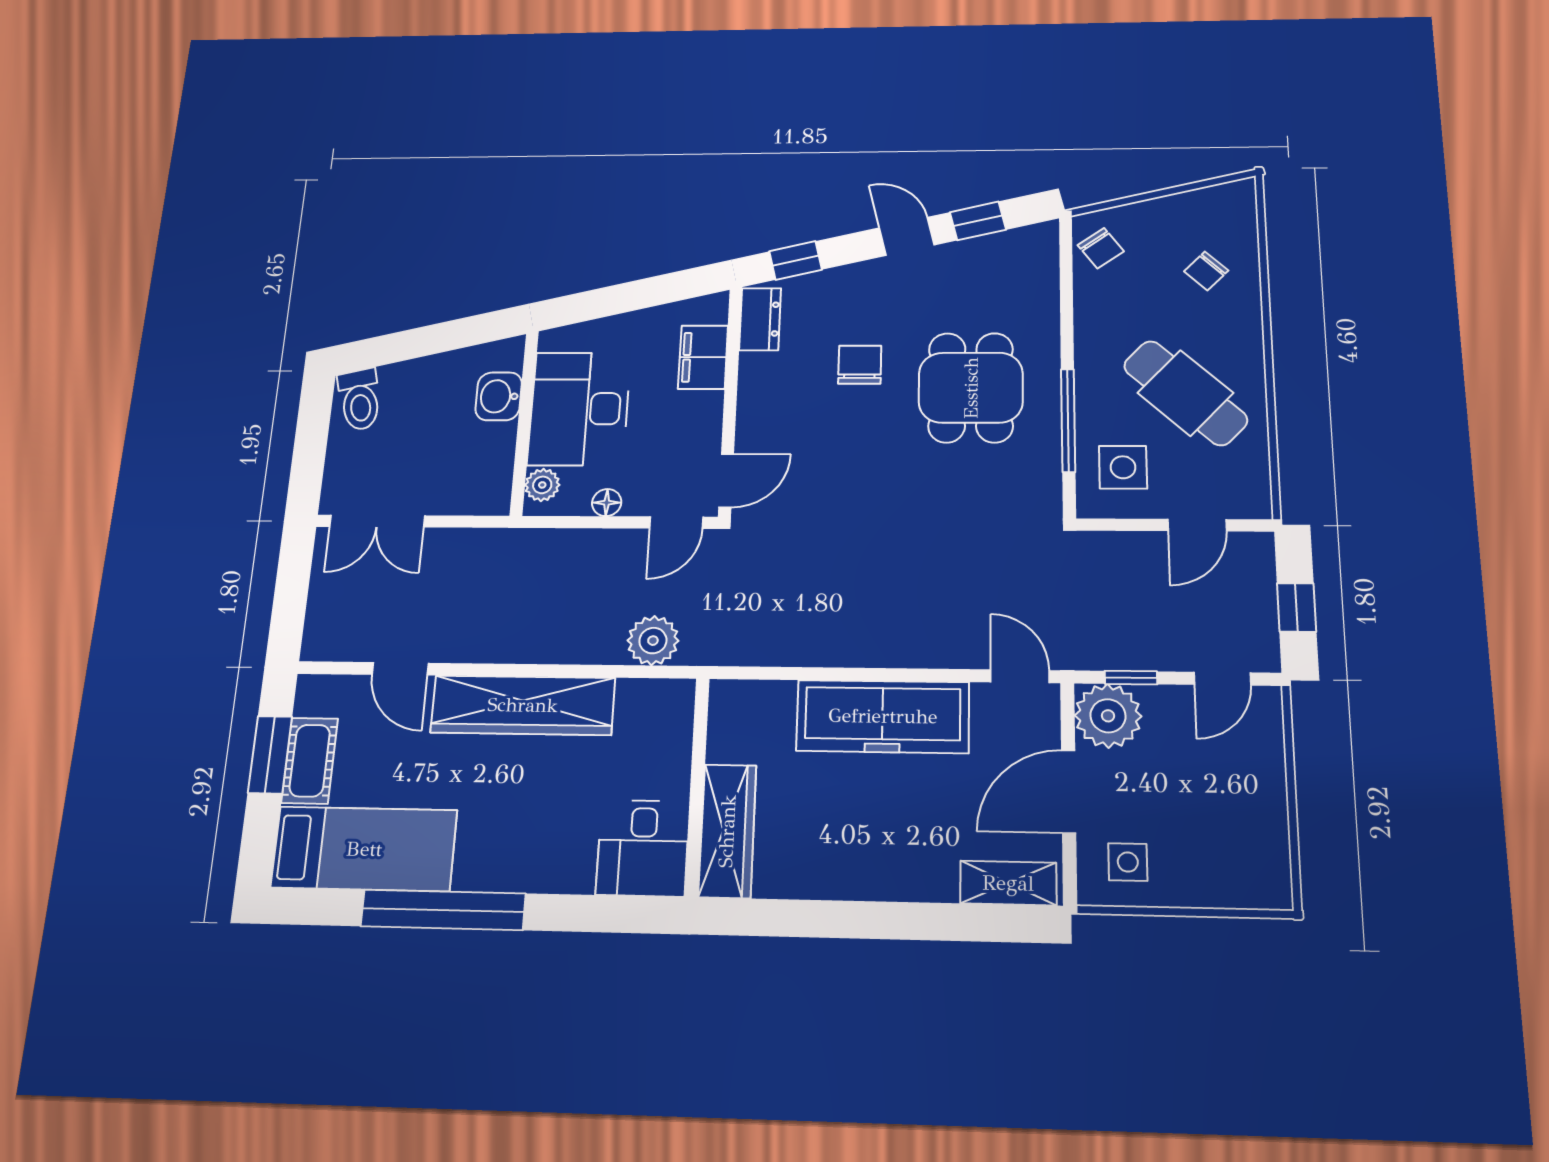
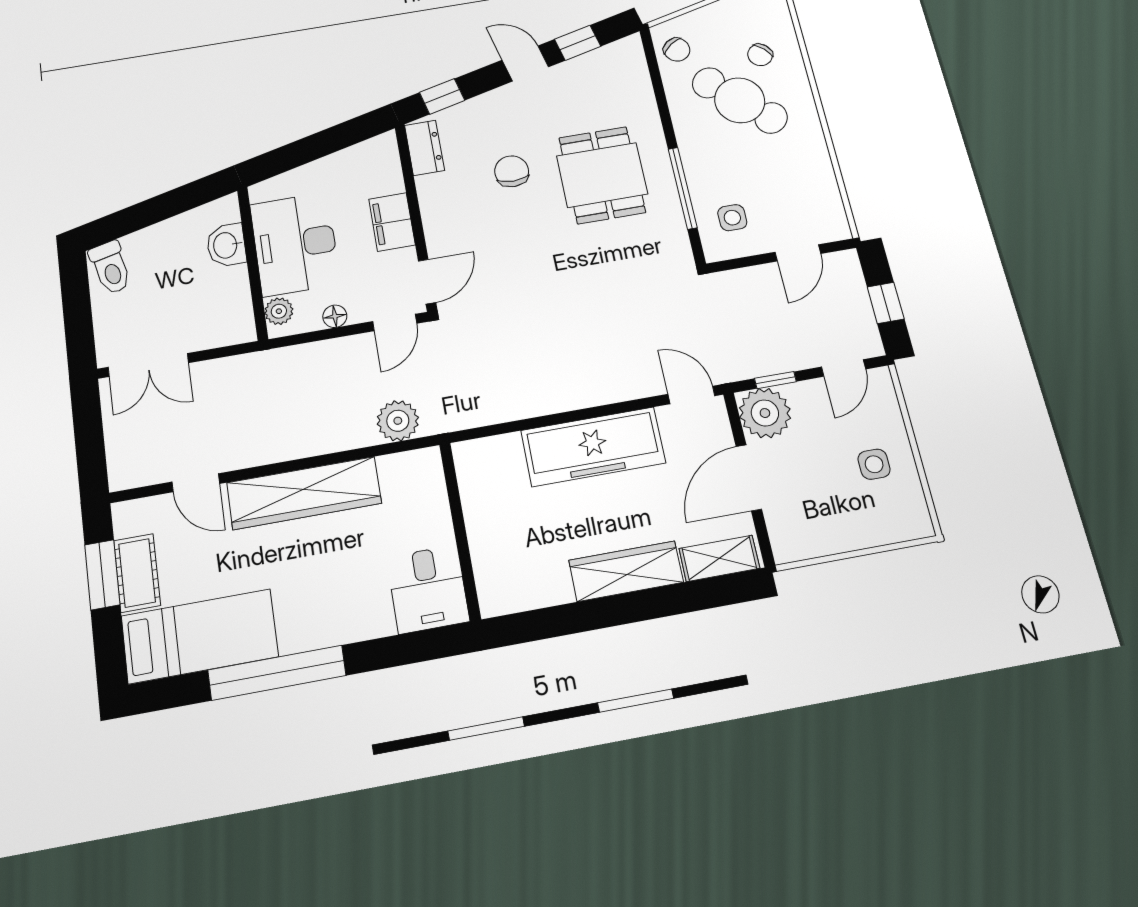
filing cabinet: (703, 357) -> (392, 222), moved
cafe table: (1185, 393) -> (740, 100), moved
side table: (1123, 467) -> (732, 218), width x0.73, depth x0.73
wardrobe: (727, 831) -> (626, 571), moved, turned -90
side table: (1128, 862) -> (874, 464), moved

